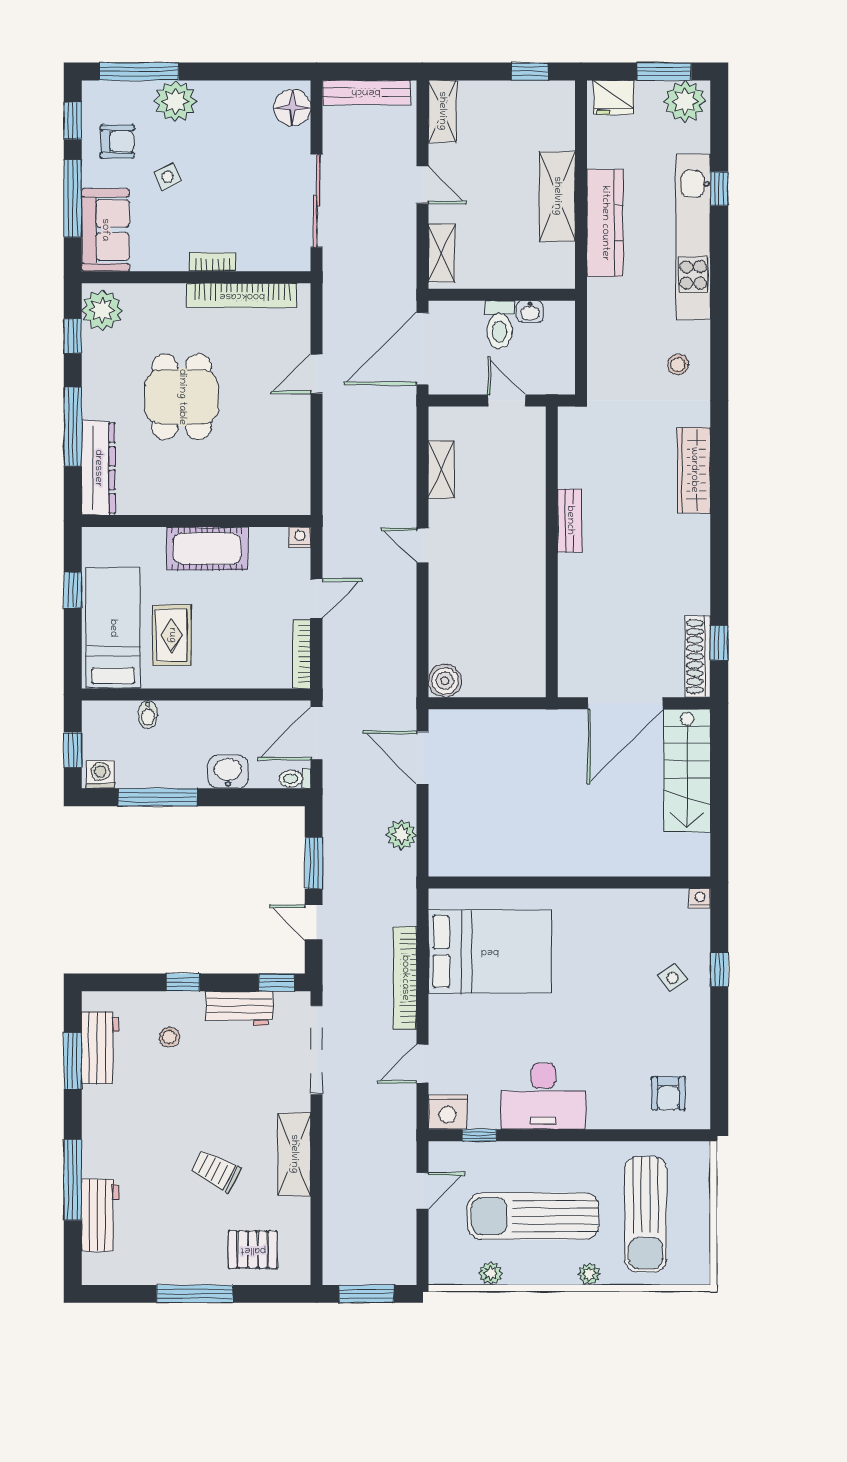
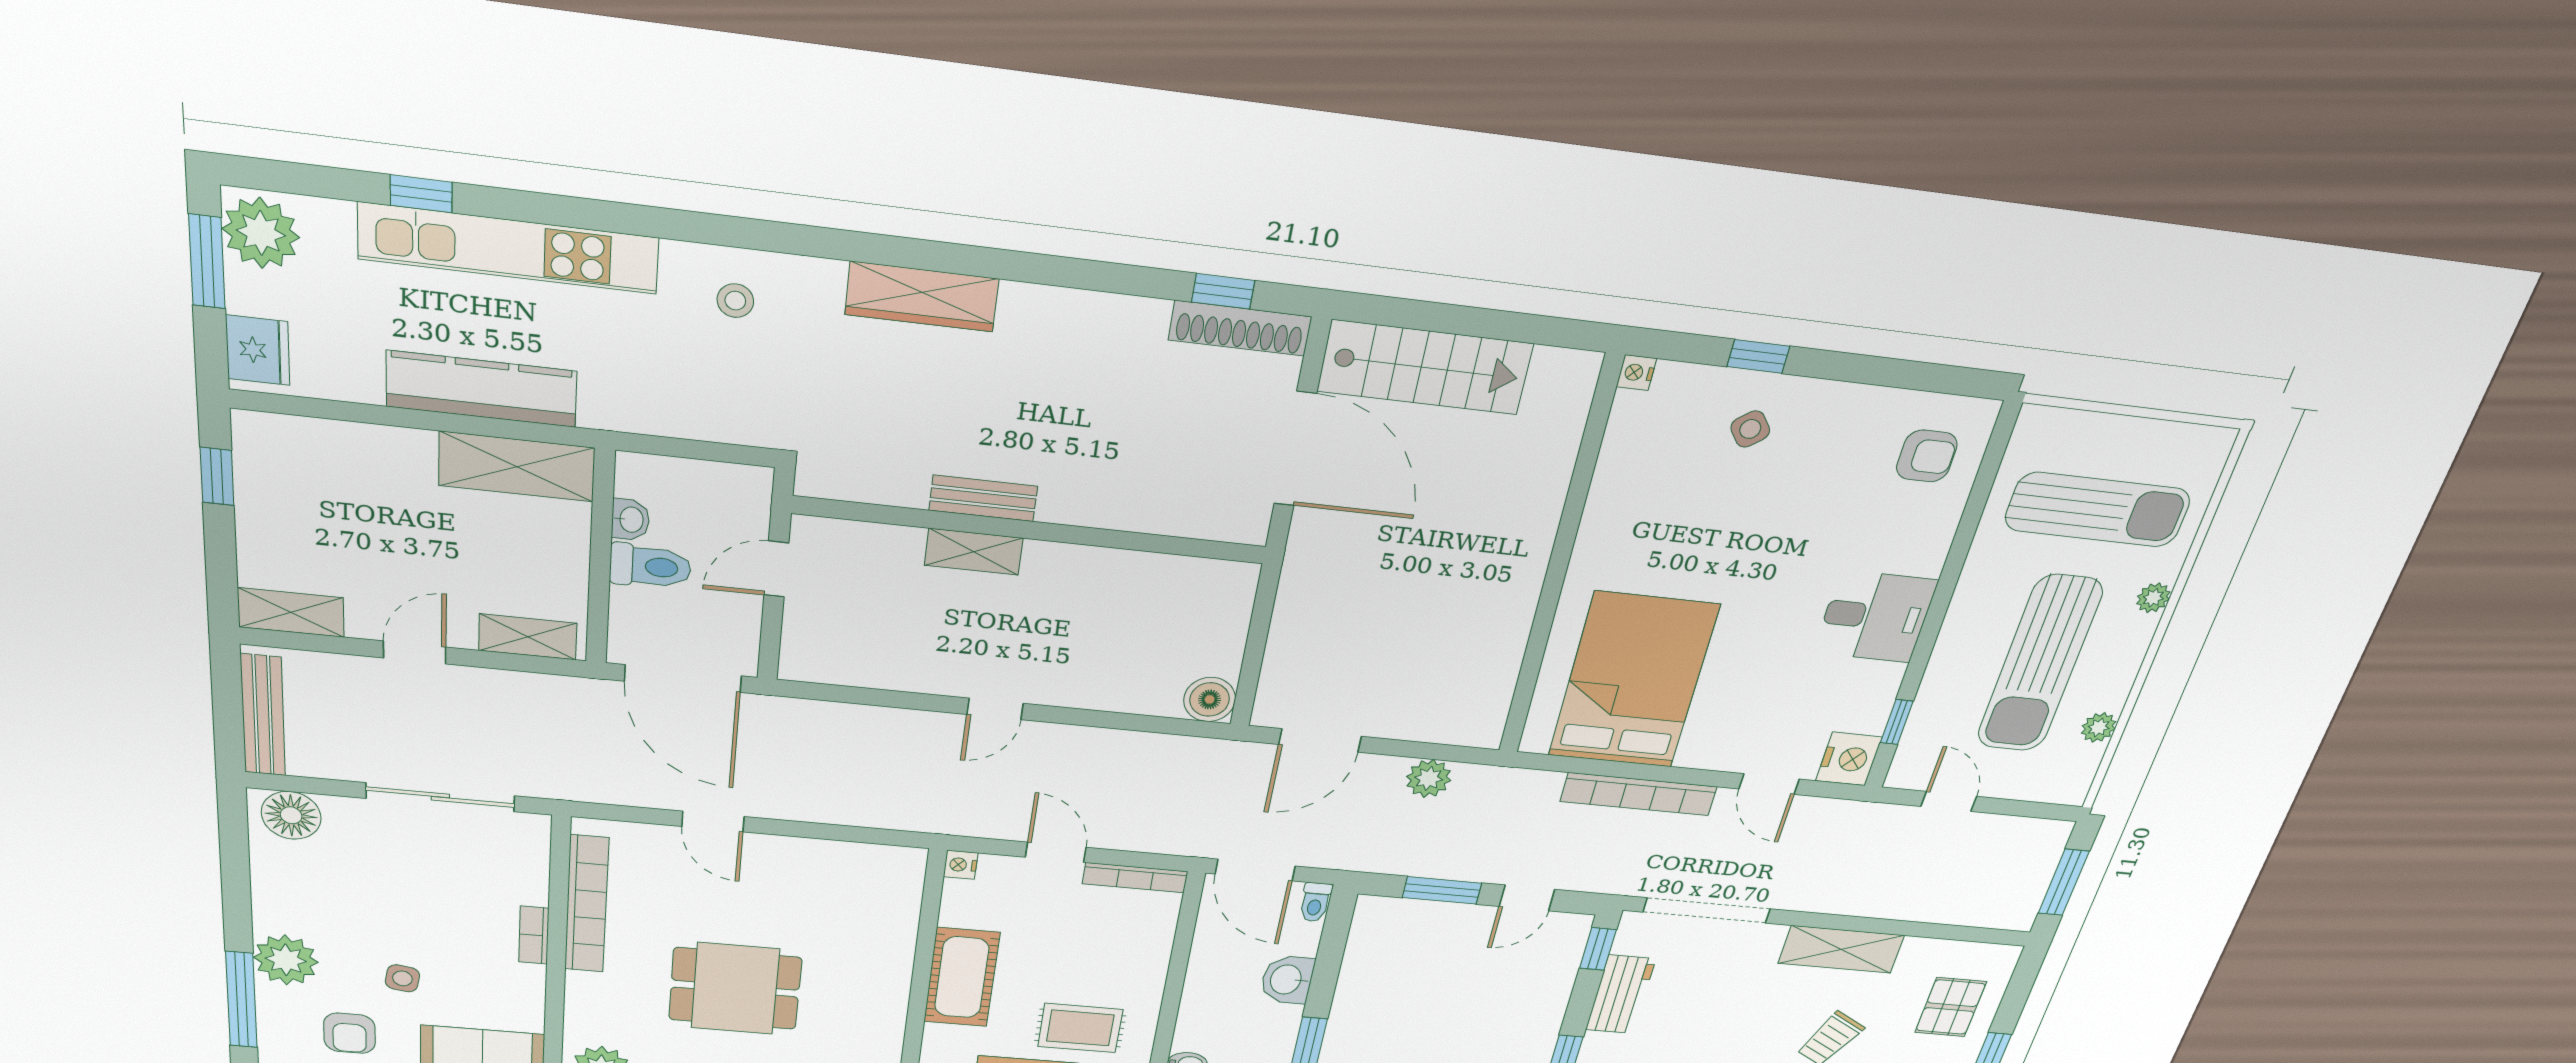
armchair: (117, 142) -> (350, 1033), turned 180
side table: (168, 177) -> (402, 978), turned 35
shelving: (557, 196) -> (517, 467), moved
shelving: (441, 469) -> (974, 552), moved
desk: (543, 1096) -> (1875, 617), width x0.73

